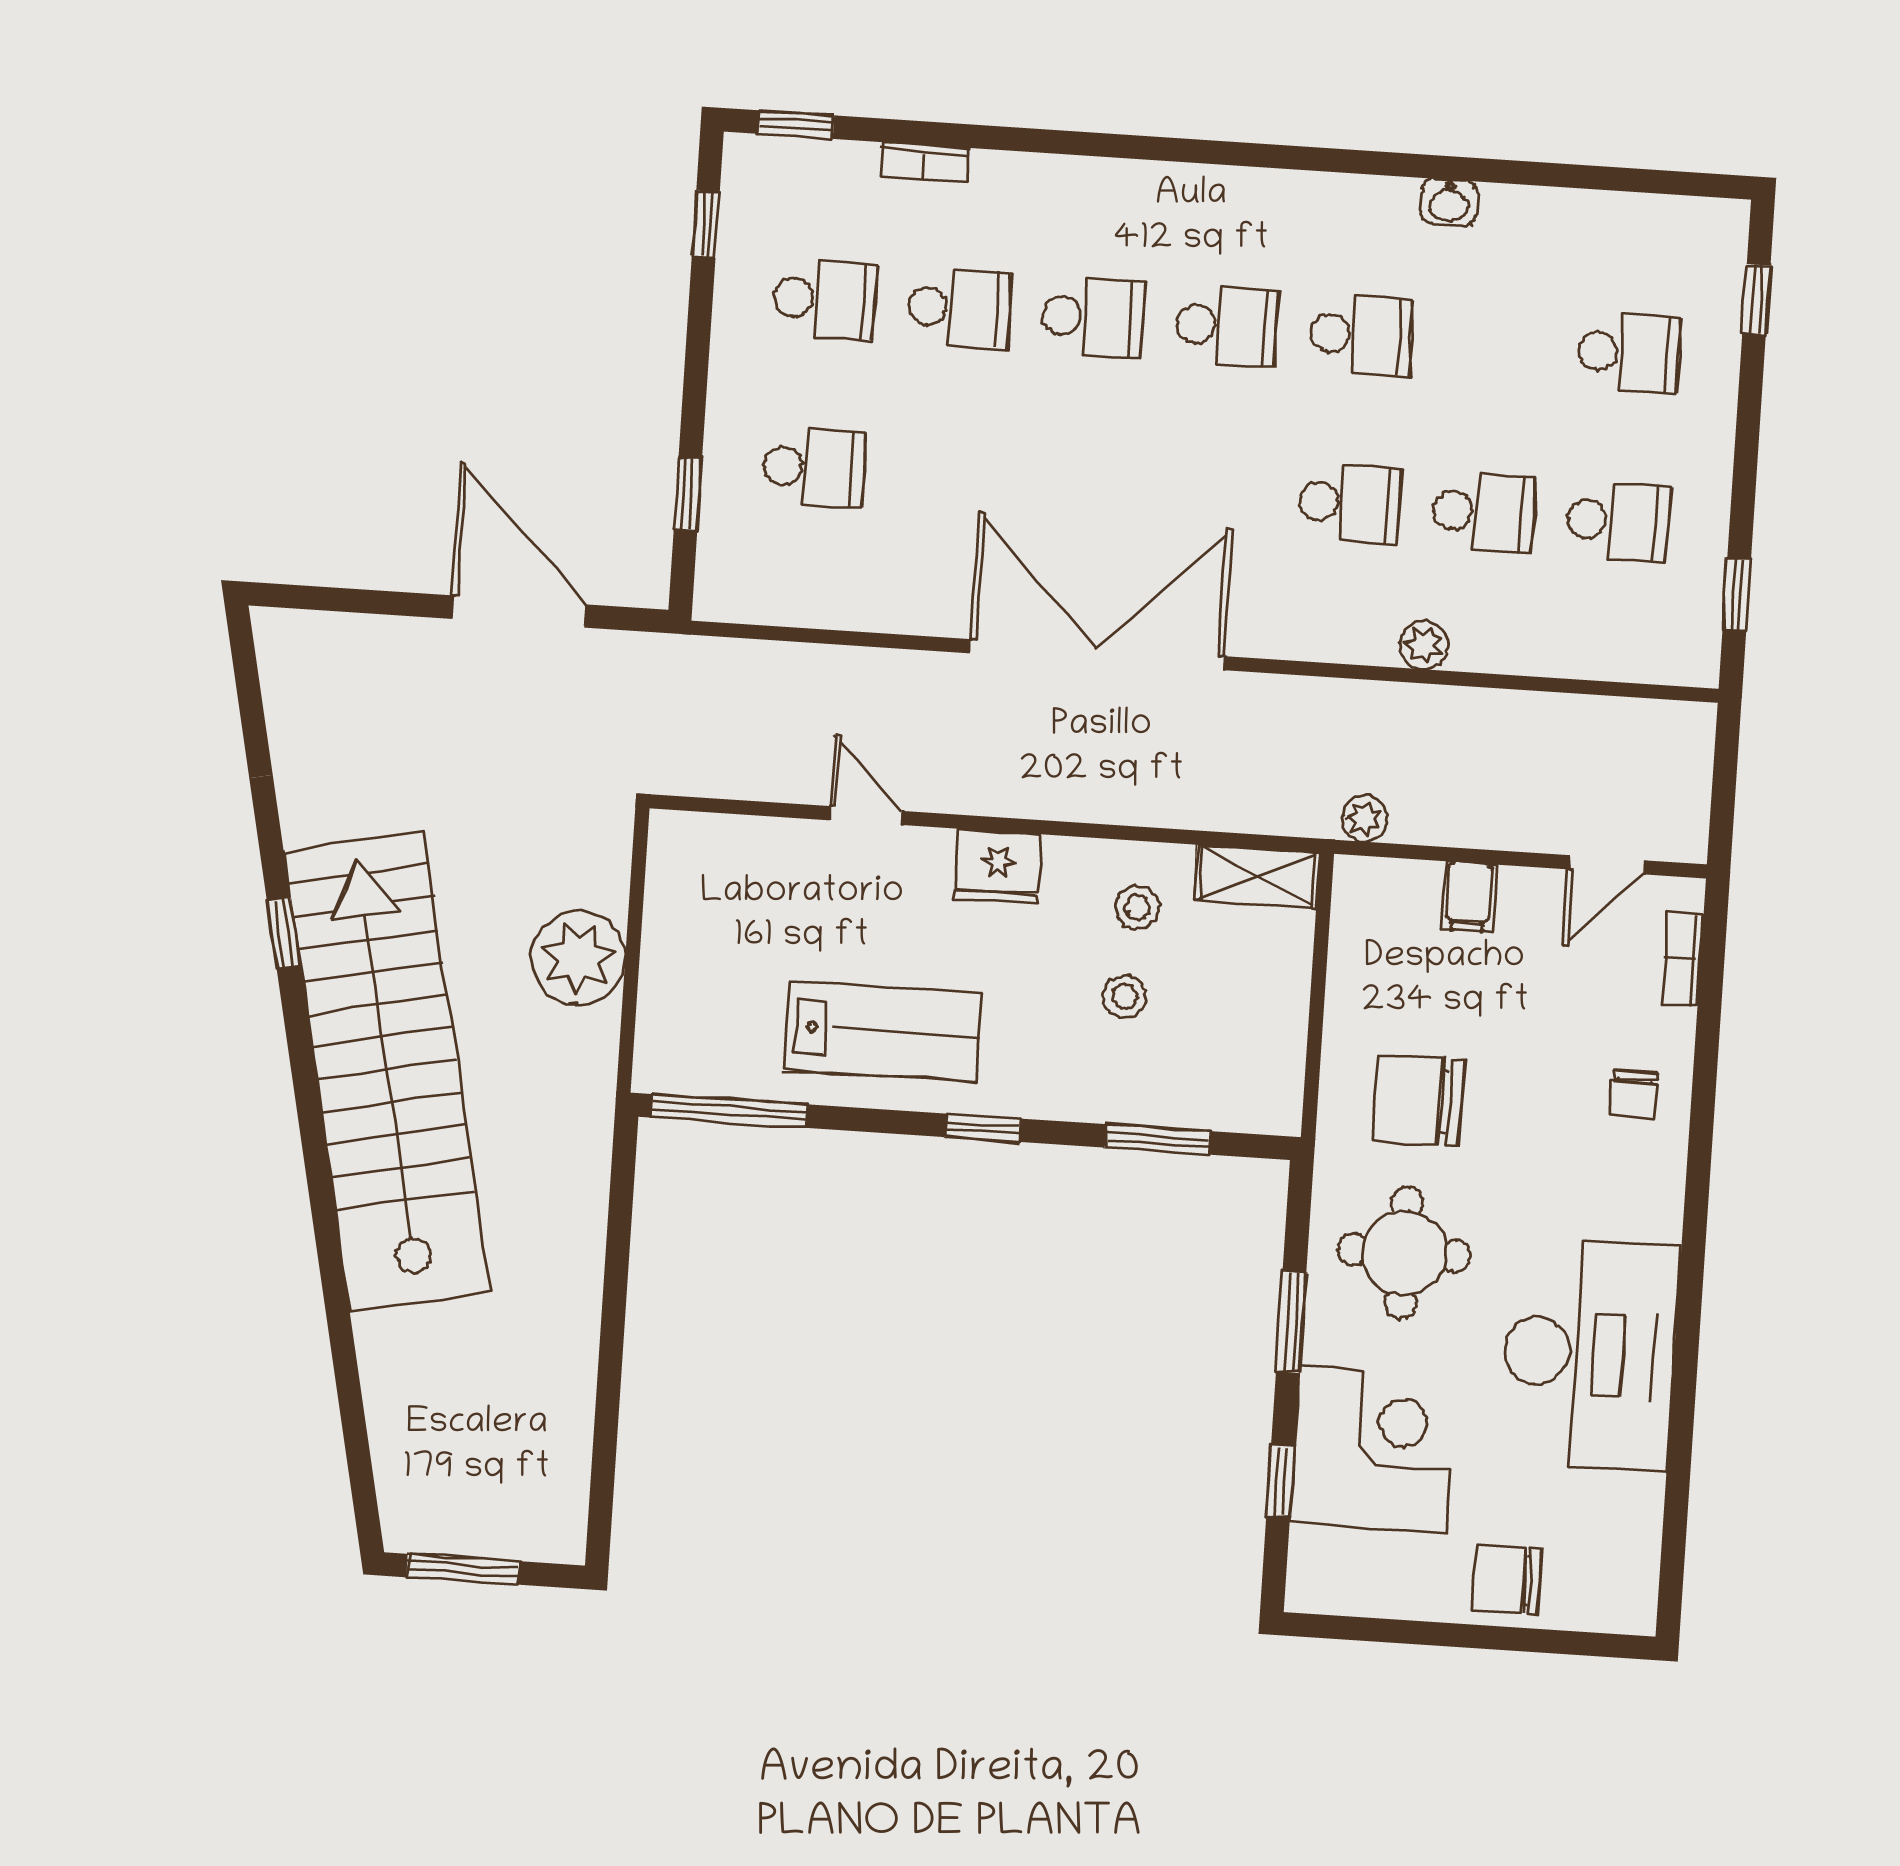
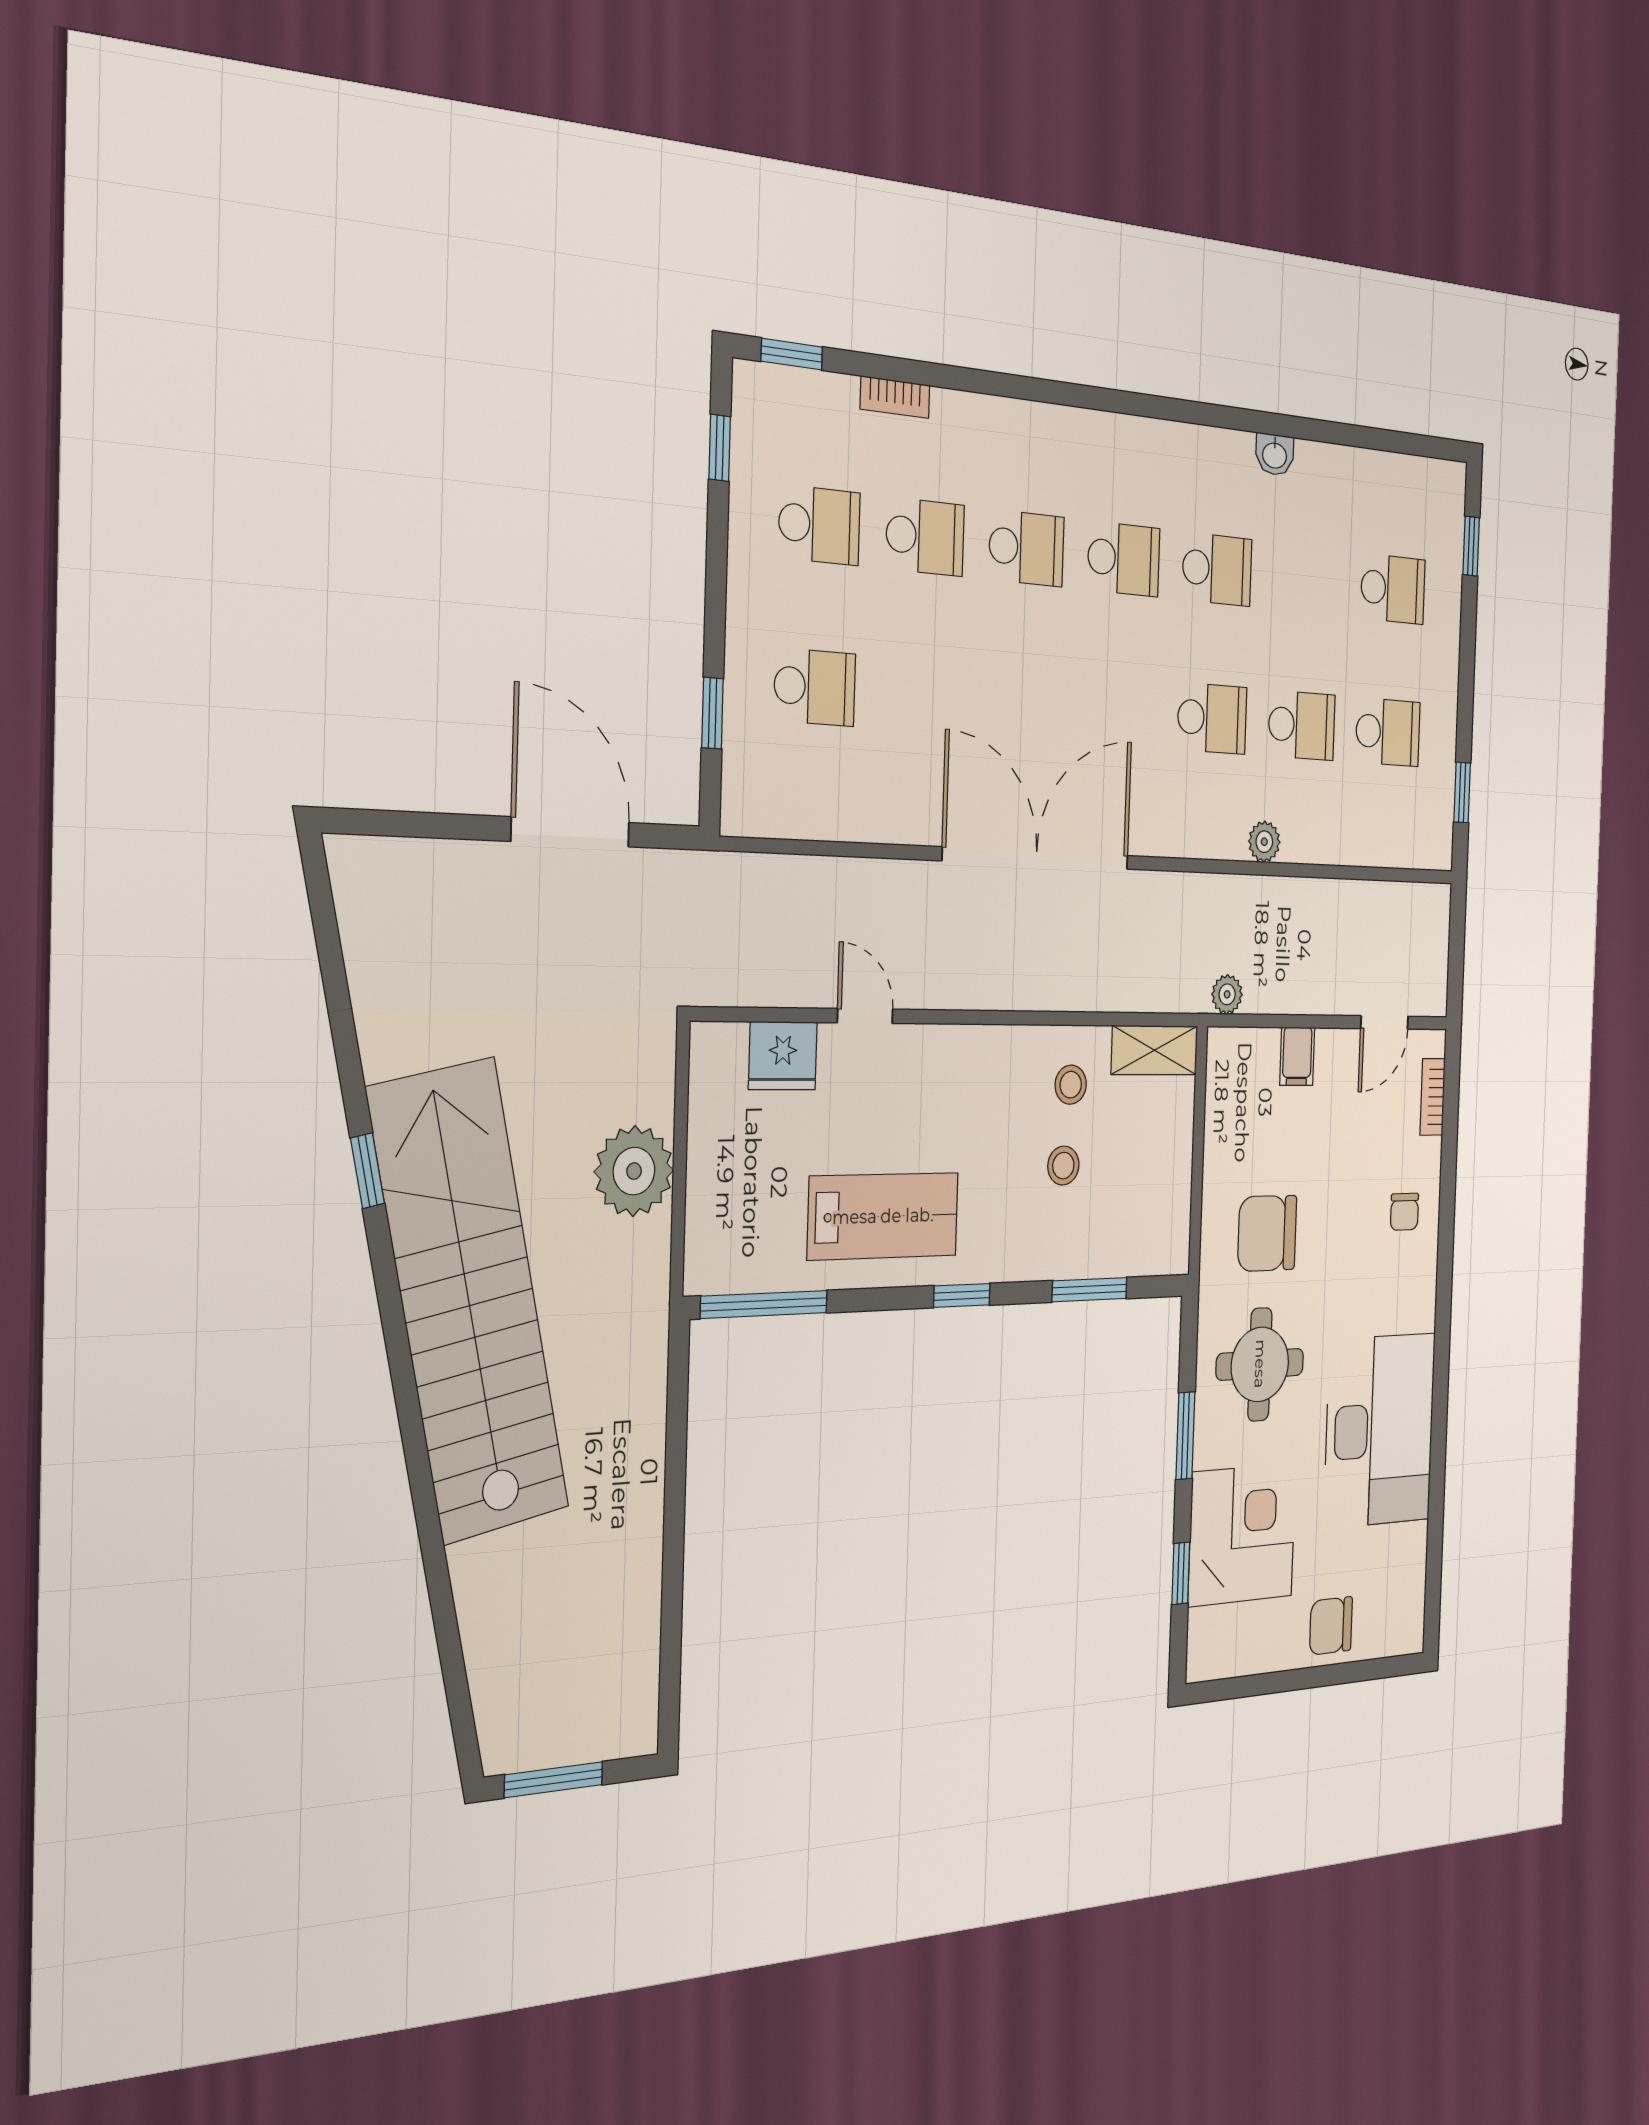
fridge: (998, 867) -> (783, 1056), moved

